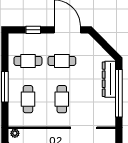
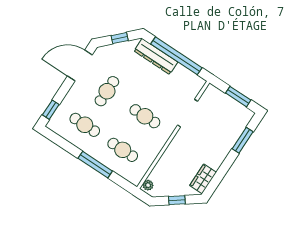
window: (33, 30) -> (51, 110), moved
window: (105, 45) -> (120, 38), added
cafe table: (28, 61) -> (85, 125), turned 90

